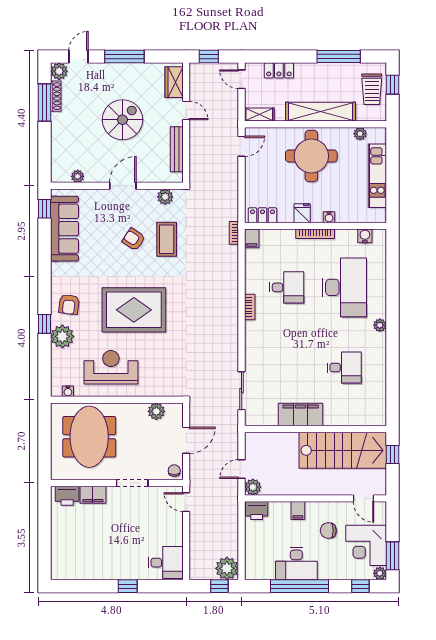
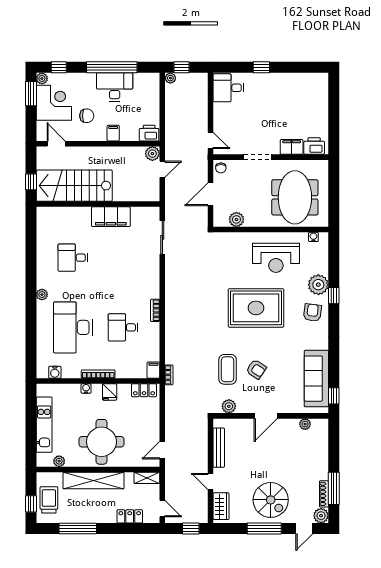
spiral stairs: (122, 120) -> (271, 500), moved, turned -90
plant: (227, 568) -> (170, 78), width x0.53, depth x0.53

